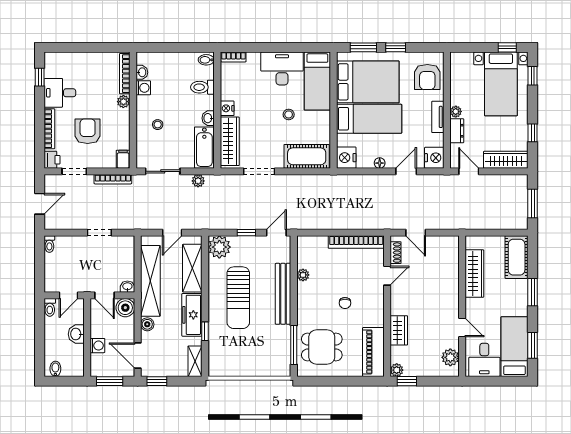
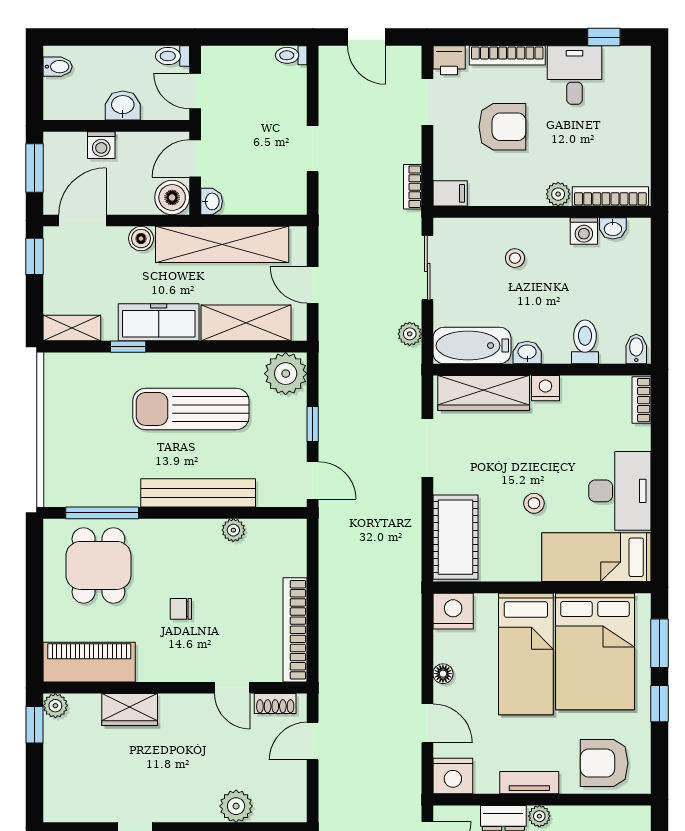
bookcase: (113, 179) -> (413, 187), width x0.64
plant: (450, 357) -> (236, 806), moved

